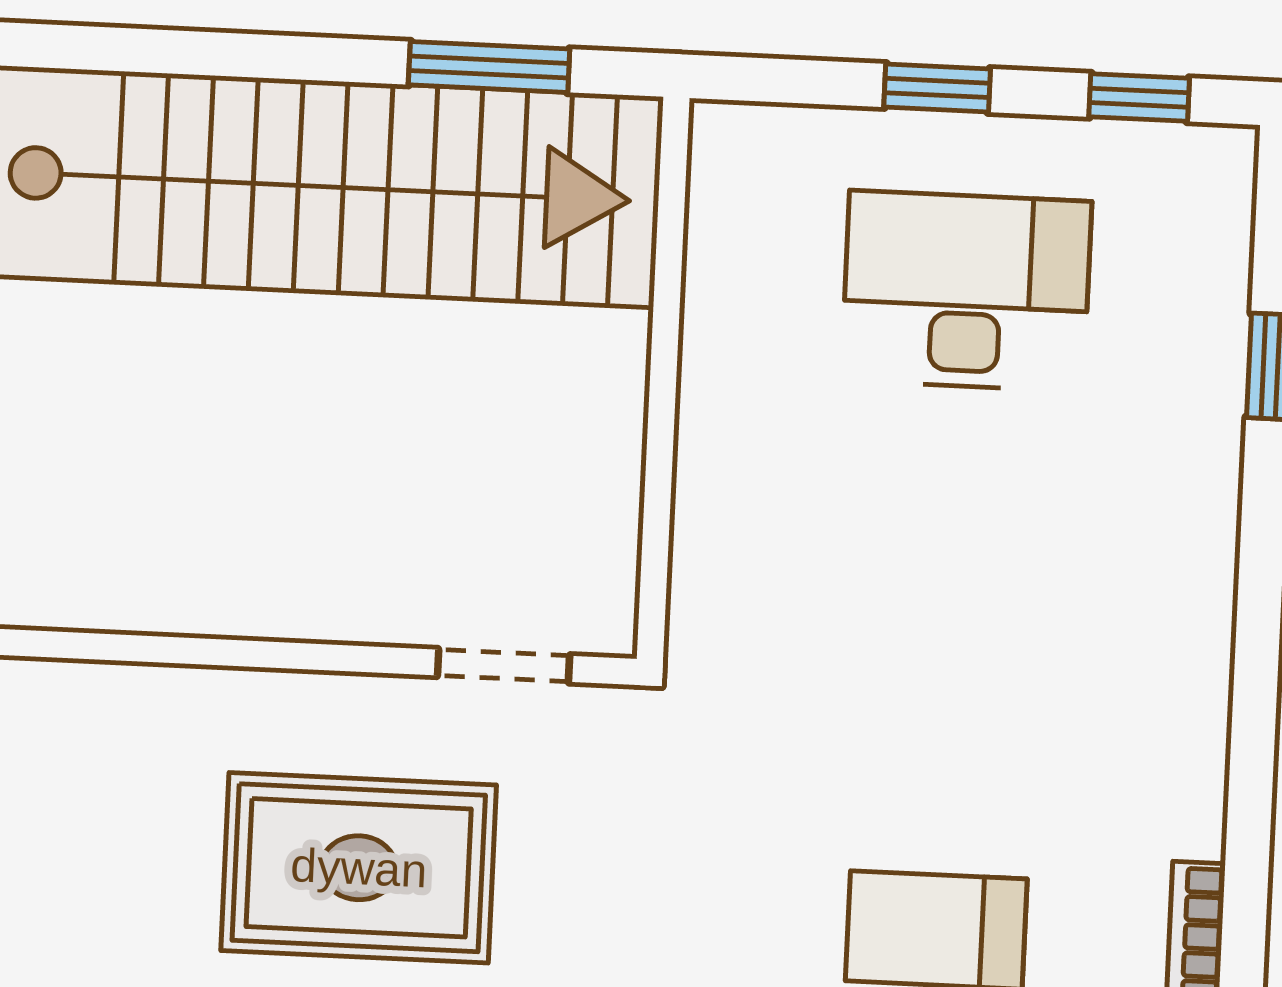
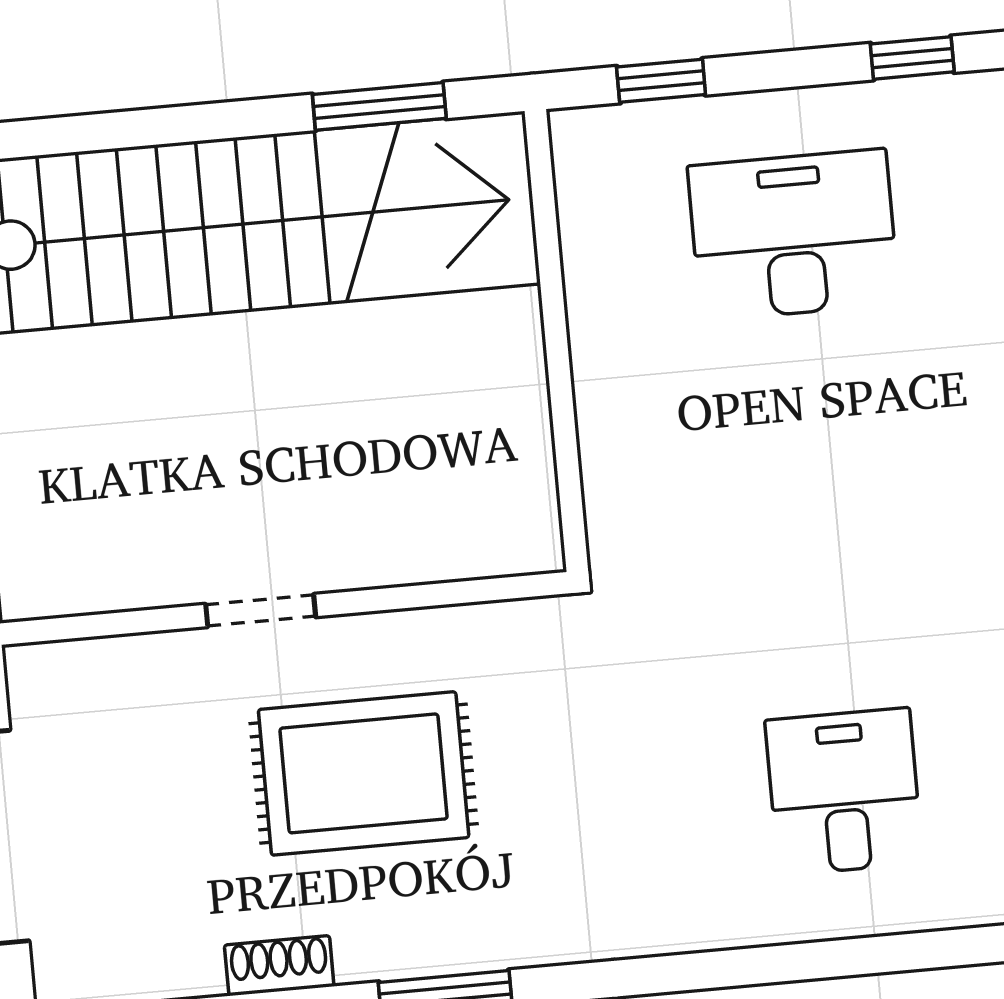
window: (937, 88) -> (661, 81), moved
doorway: (503, 666) -> (261, 611), moved

